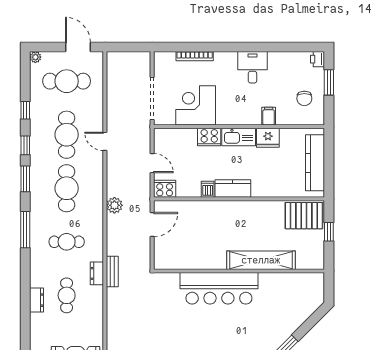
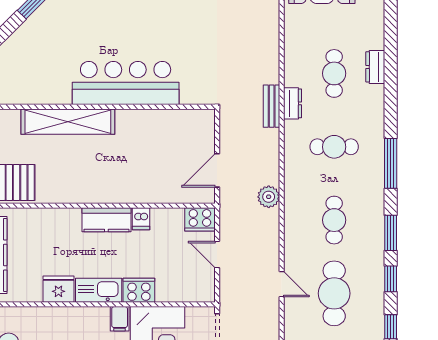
filing cabinet: (269, 116) -> (120, 319), moved
cafe table: (67, 188) -> (334, 220), width x0.73, depth x0.74

